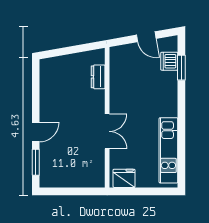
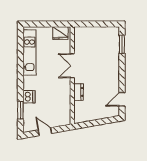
dishwasher: (169, 61) -> (29, 97), moved
dresser: (98, 77) -> (78, 92), moved
door: (36, 132) -> (122, 99), moved

